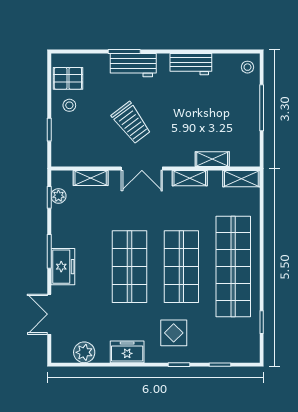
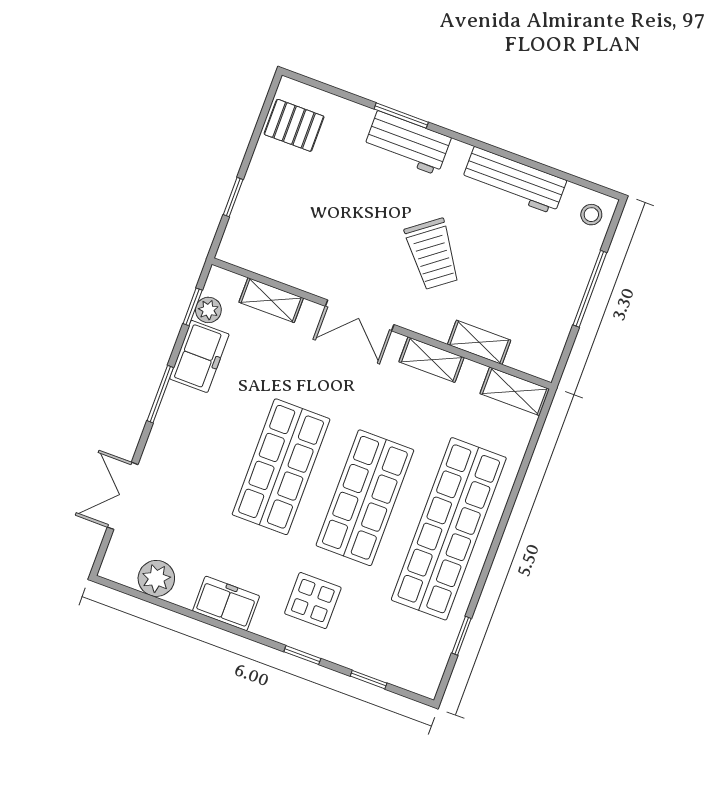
workbench: (191, 64) -> (514, 180), width x1.37
stool: (69, 105) -> (280, 170), removed
trolley: (131, 123) -> (433, 254), moved
freezer: (63, 267) -> (199, 356), moved

